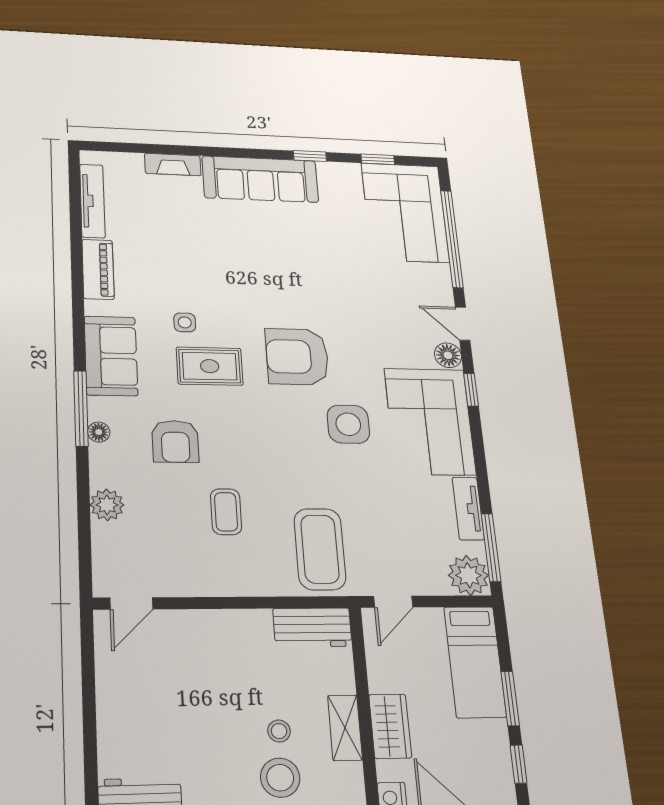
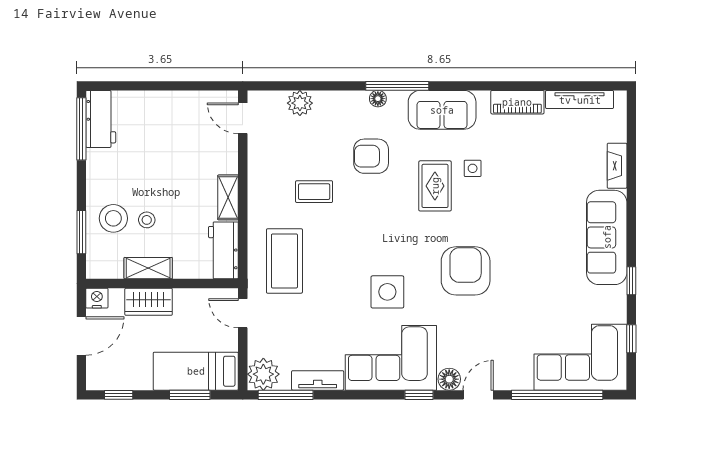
armchair: (297, 357) -> (466, 271), moved
plant: (107, 505) -> (300, 103), moved
coffee table: (320, 549) -> (284, 261), turned 90
shelving: (241, 622) -> (228, 197), added
window: (510, 699) -> (190, 395), moved

